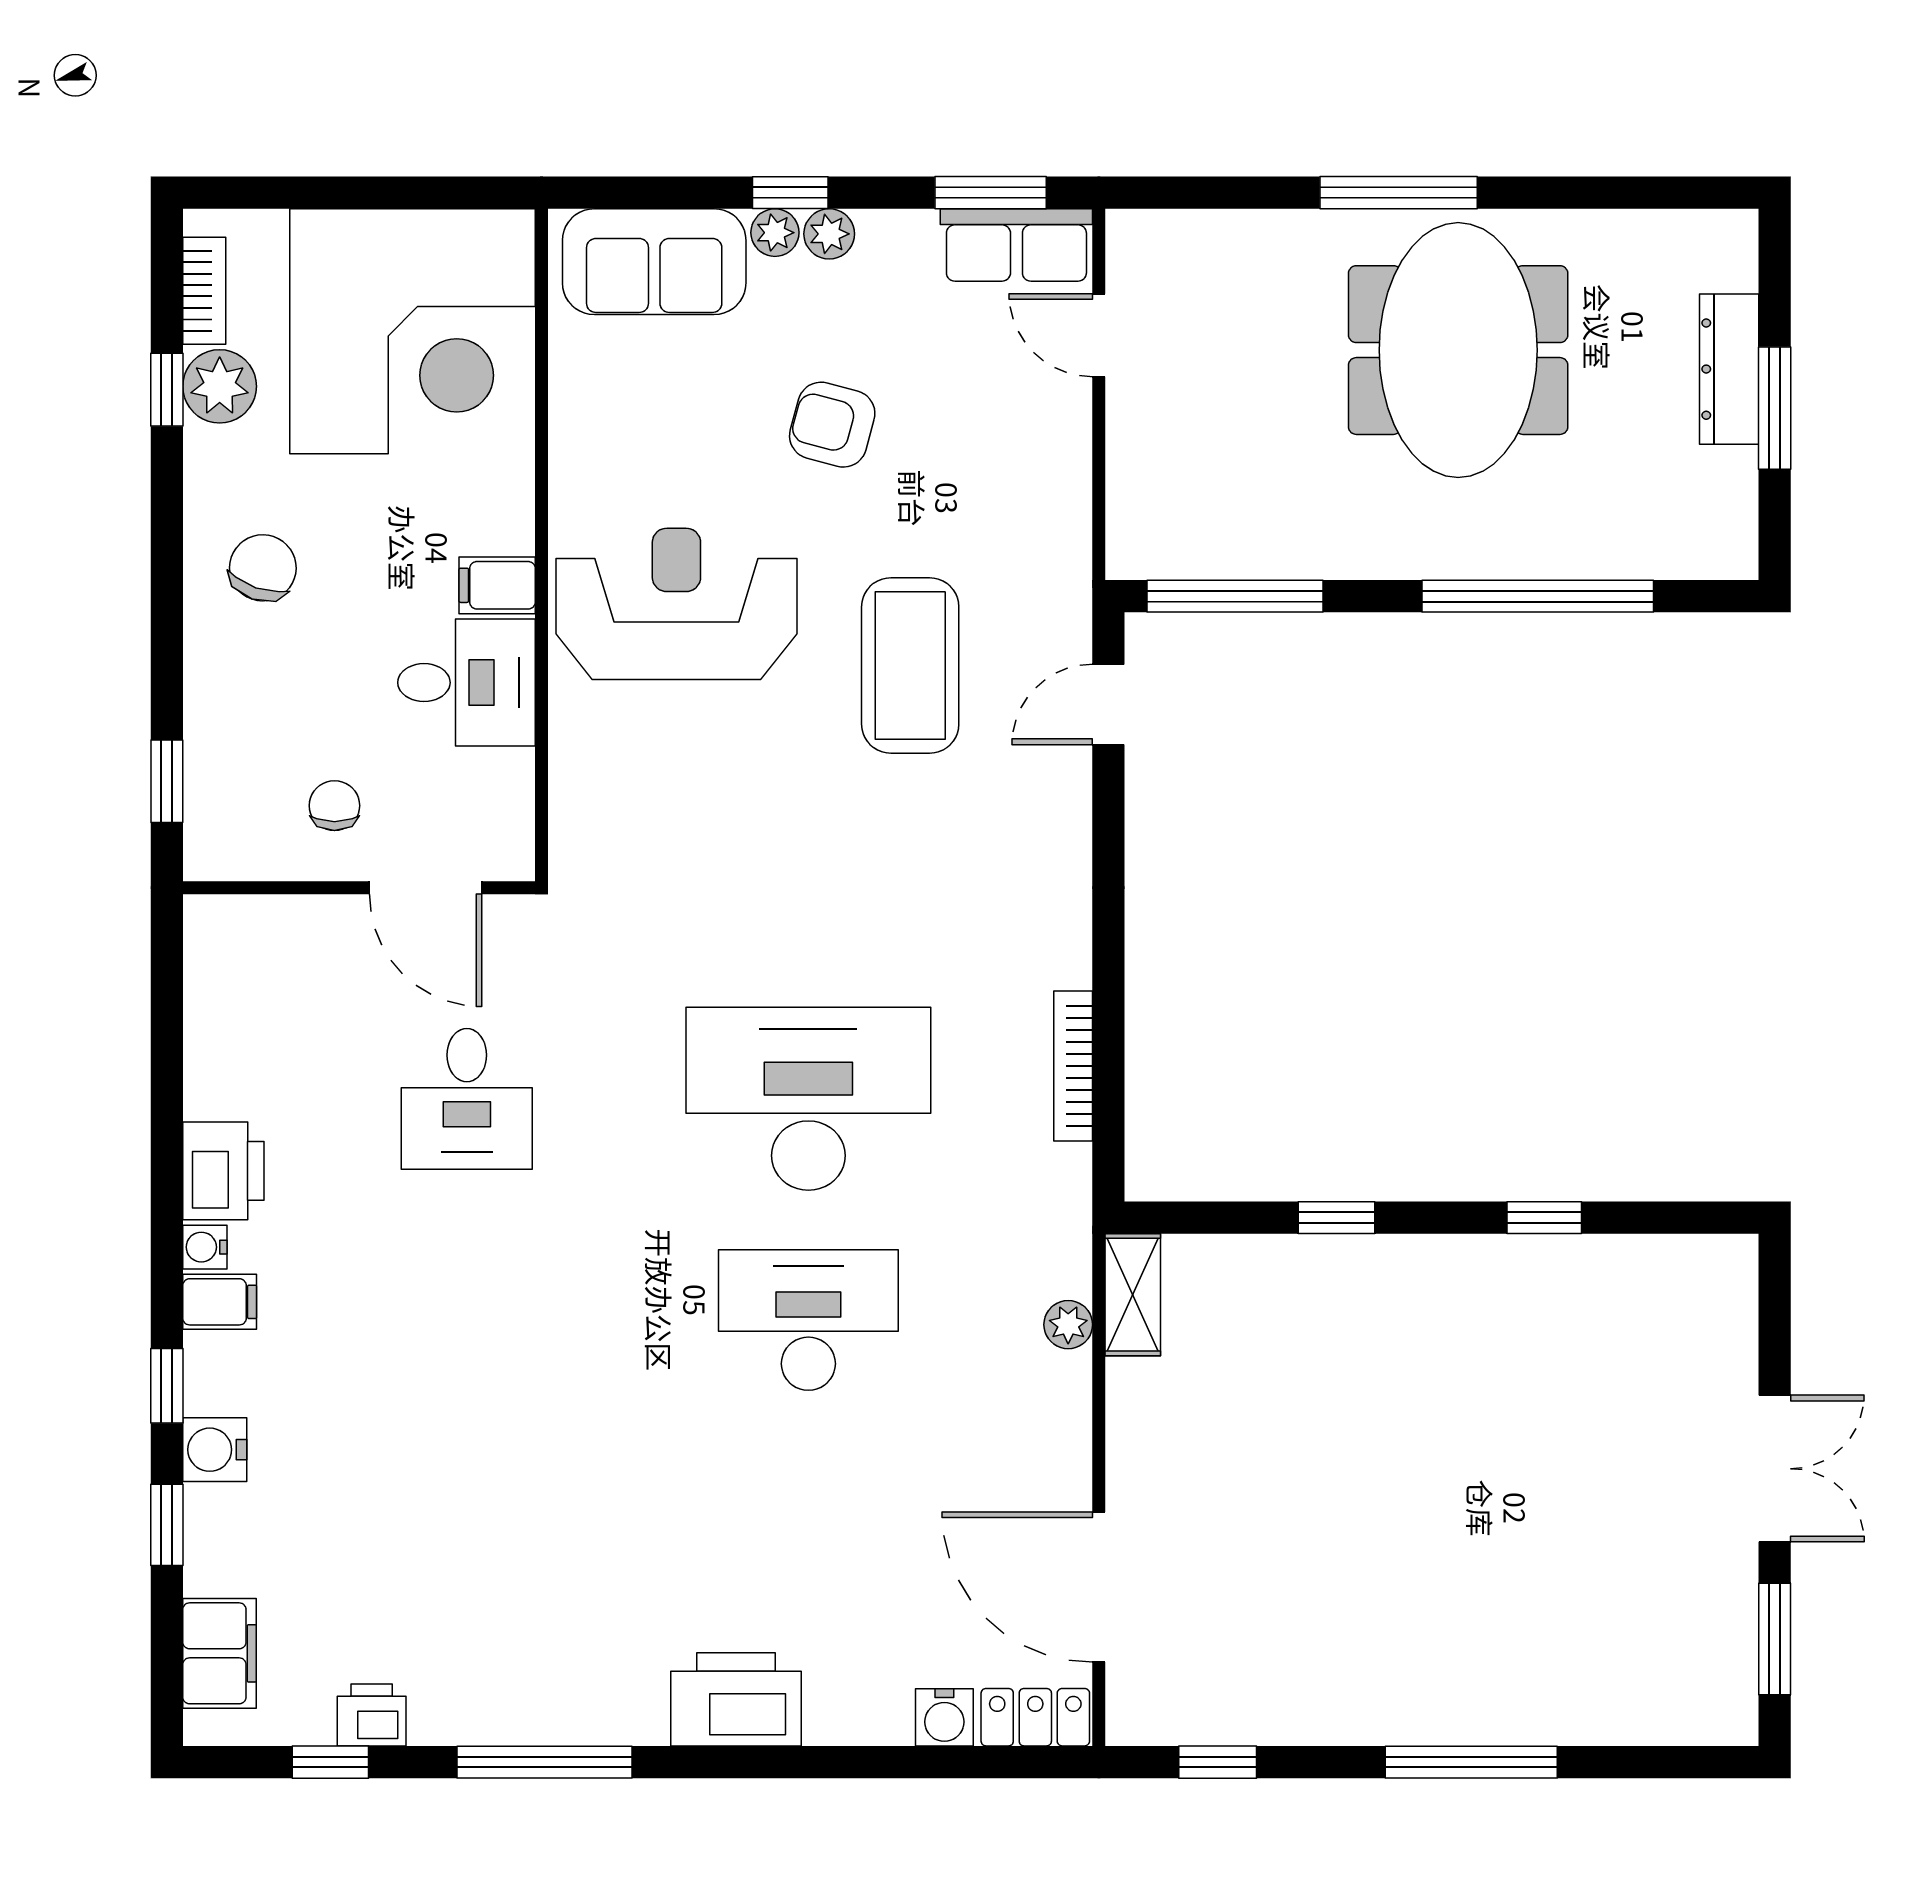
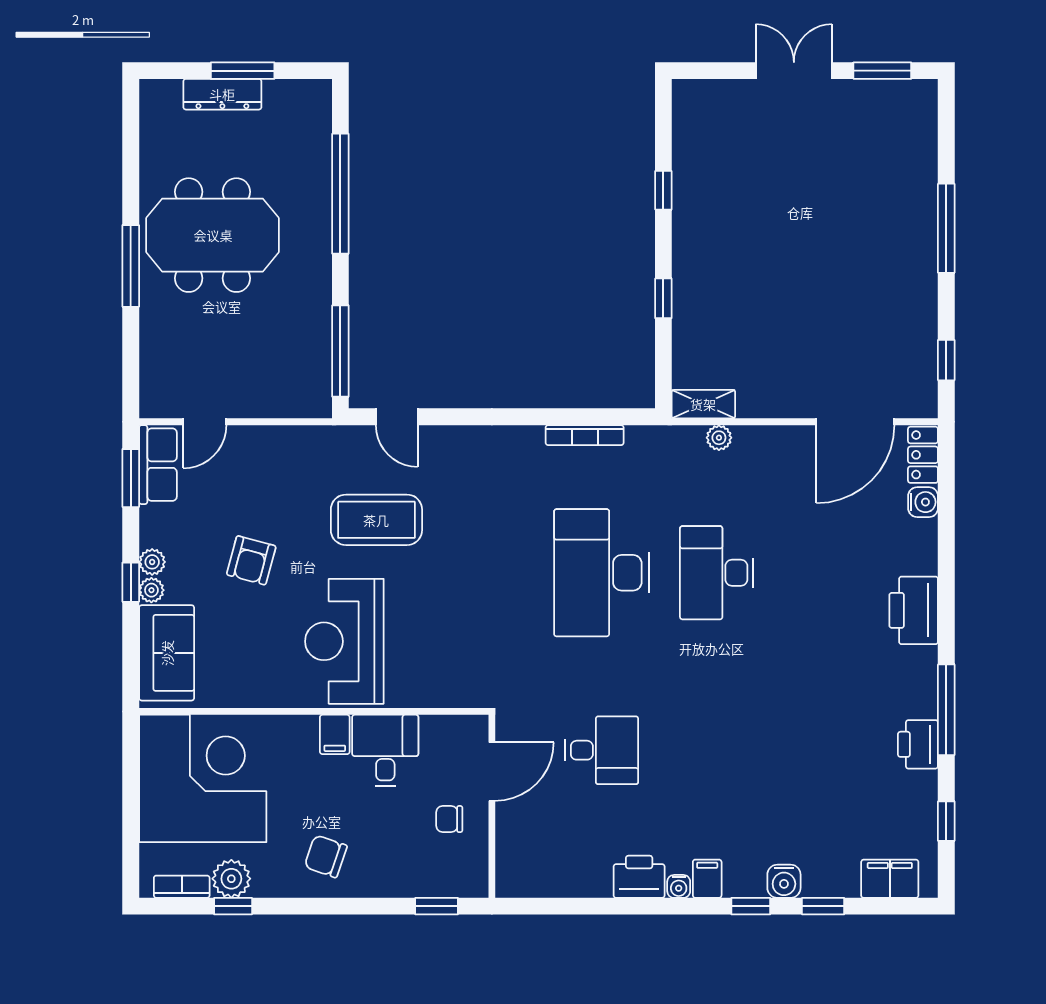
printer: (372, 1715) -> (918, 744), moved, width x1.36, depth x1.24

